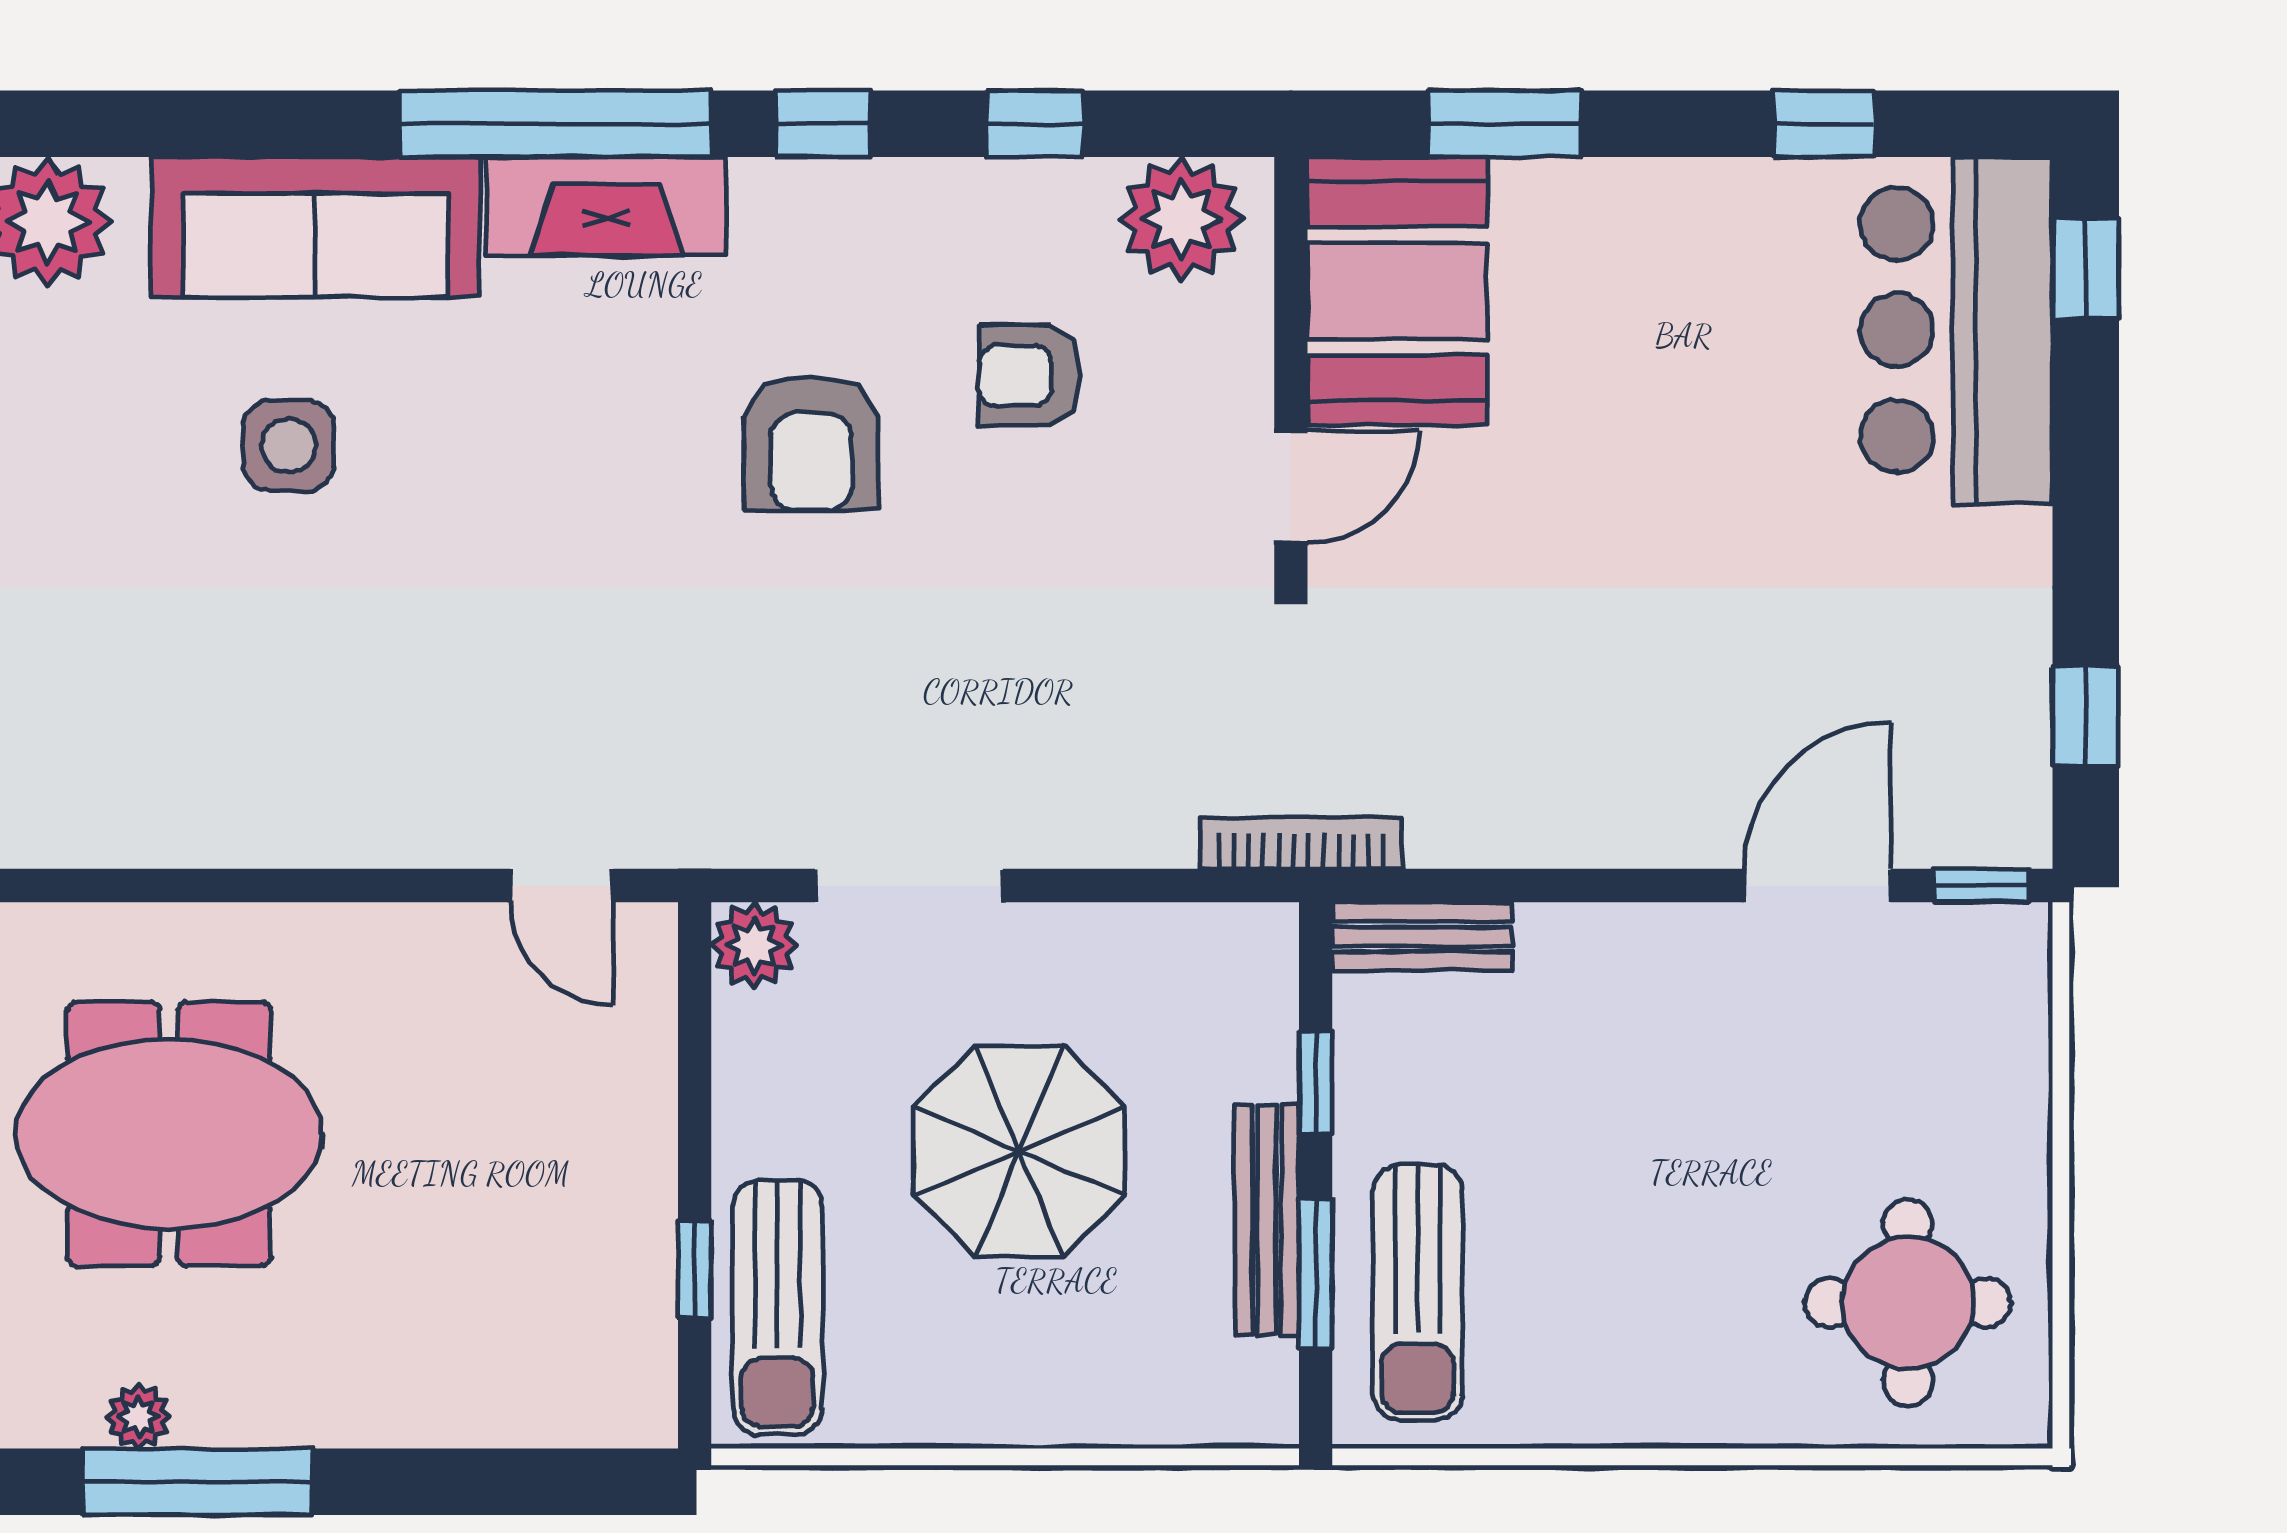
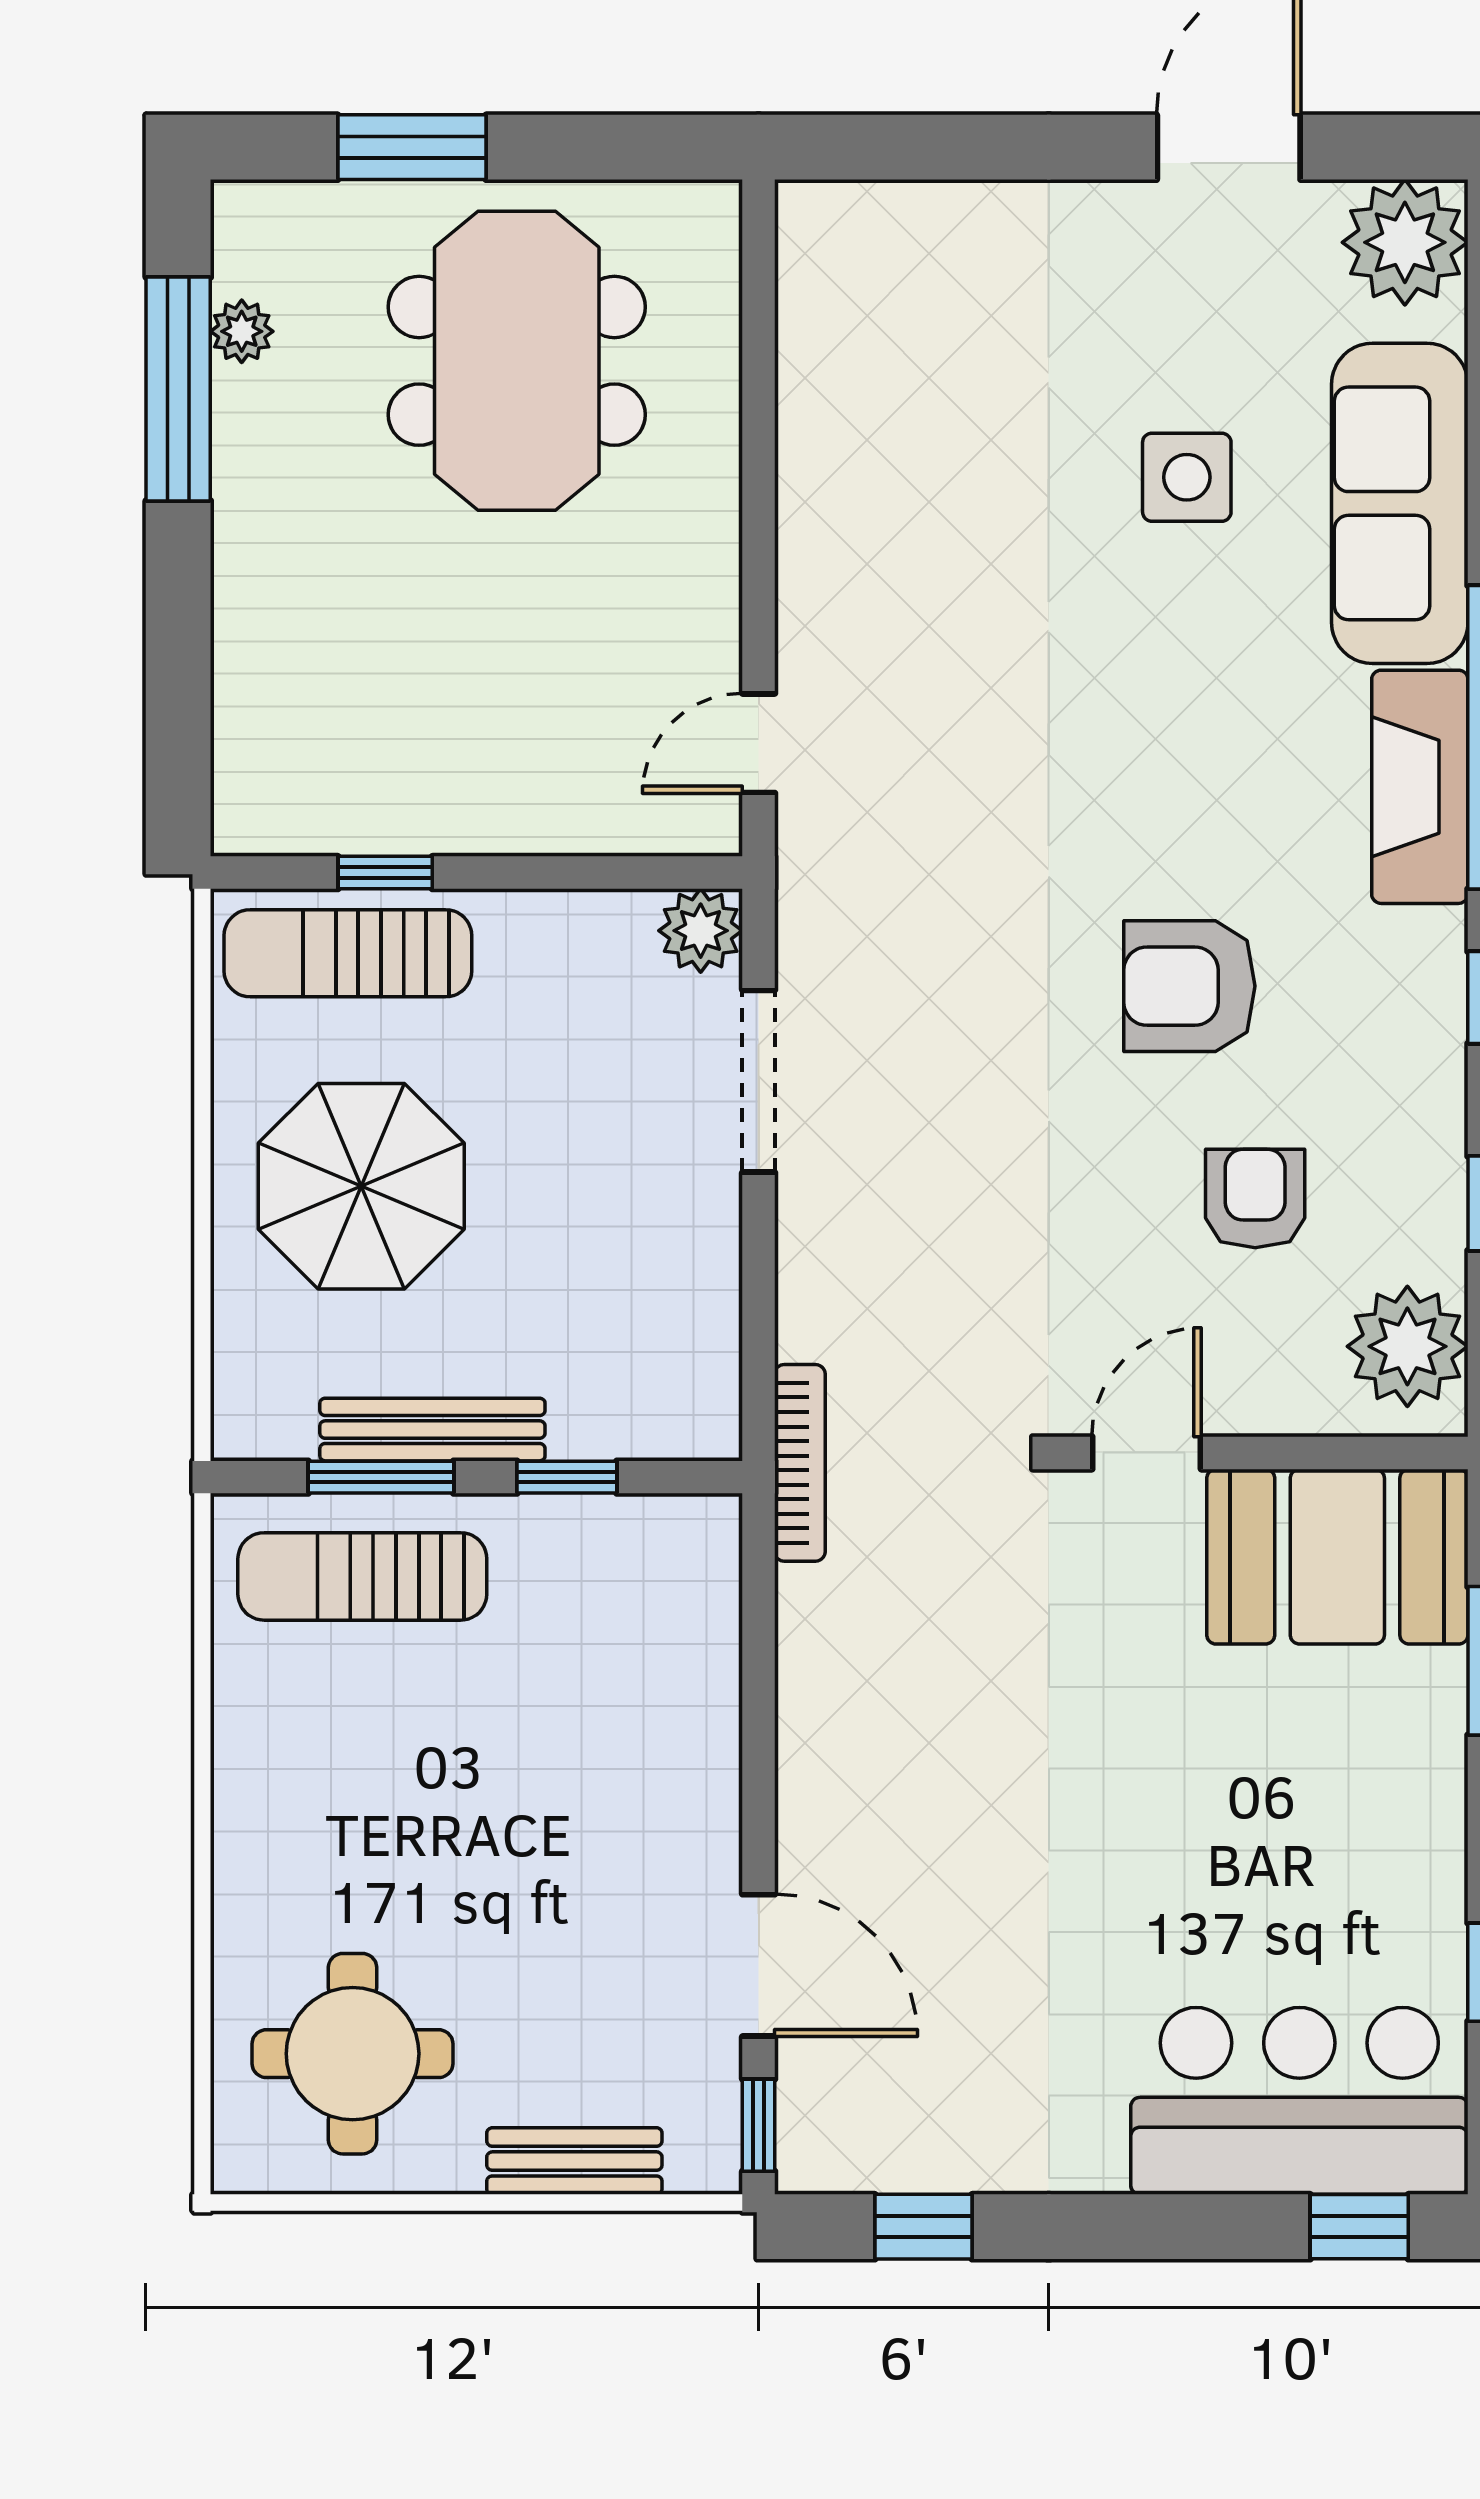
door: (1291, 487) -> (1147, 1453), swing flipped
bench: (1422, 936) -> (574, 2161), moved, turned 90
parasol: (1019, 1151) -> (361, 1186), moved

